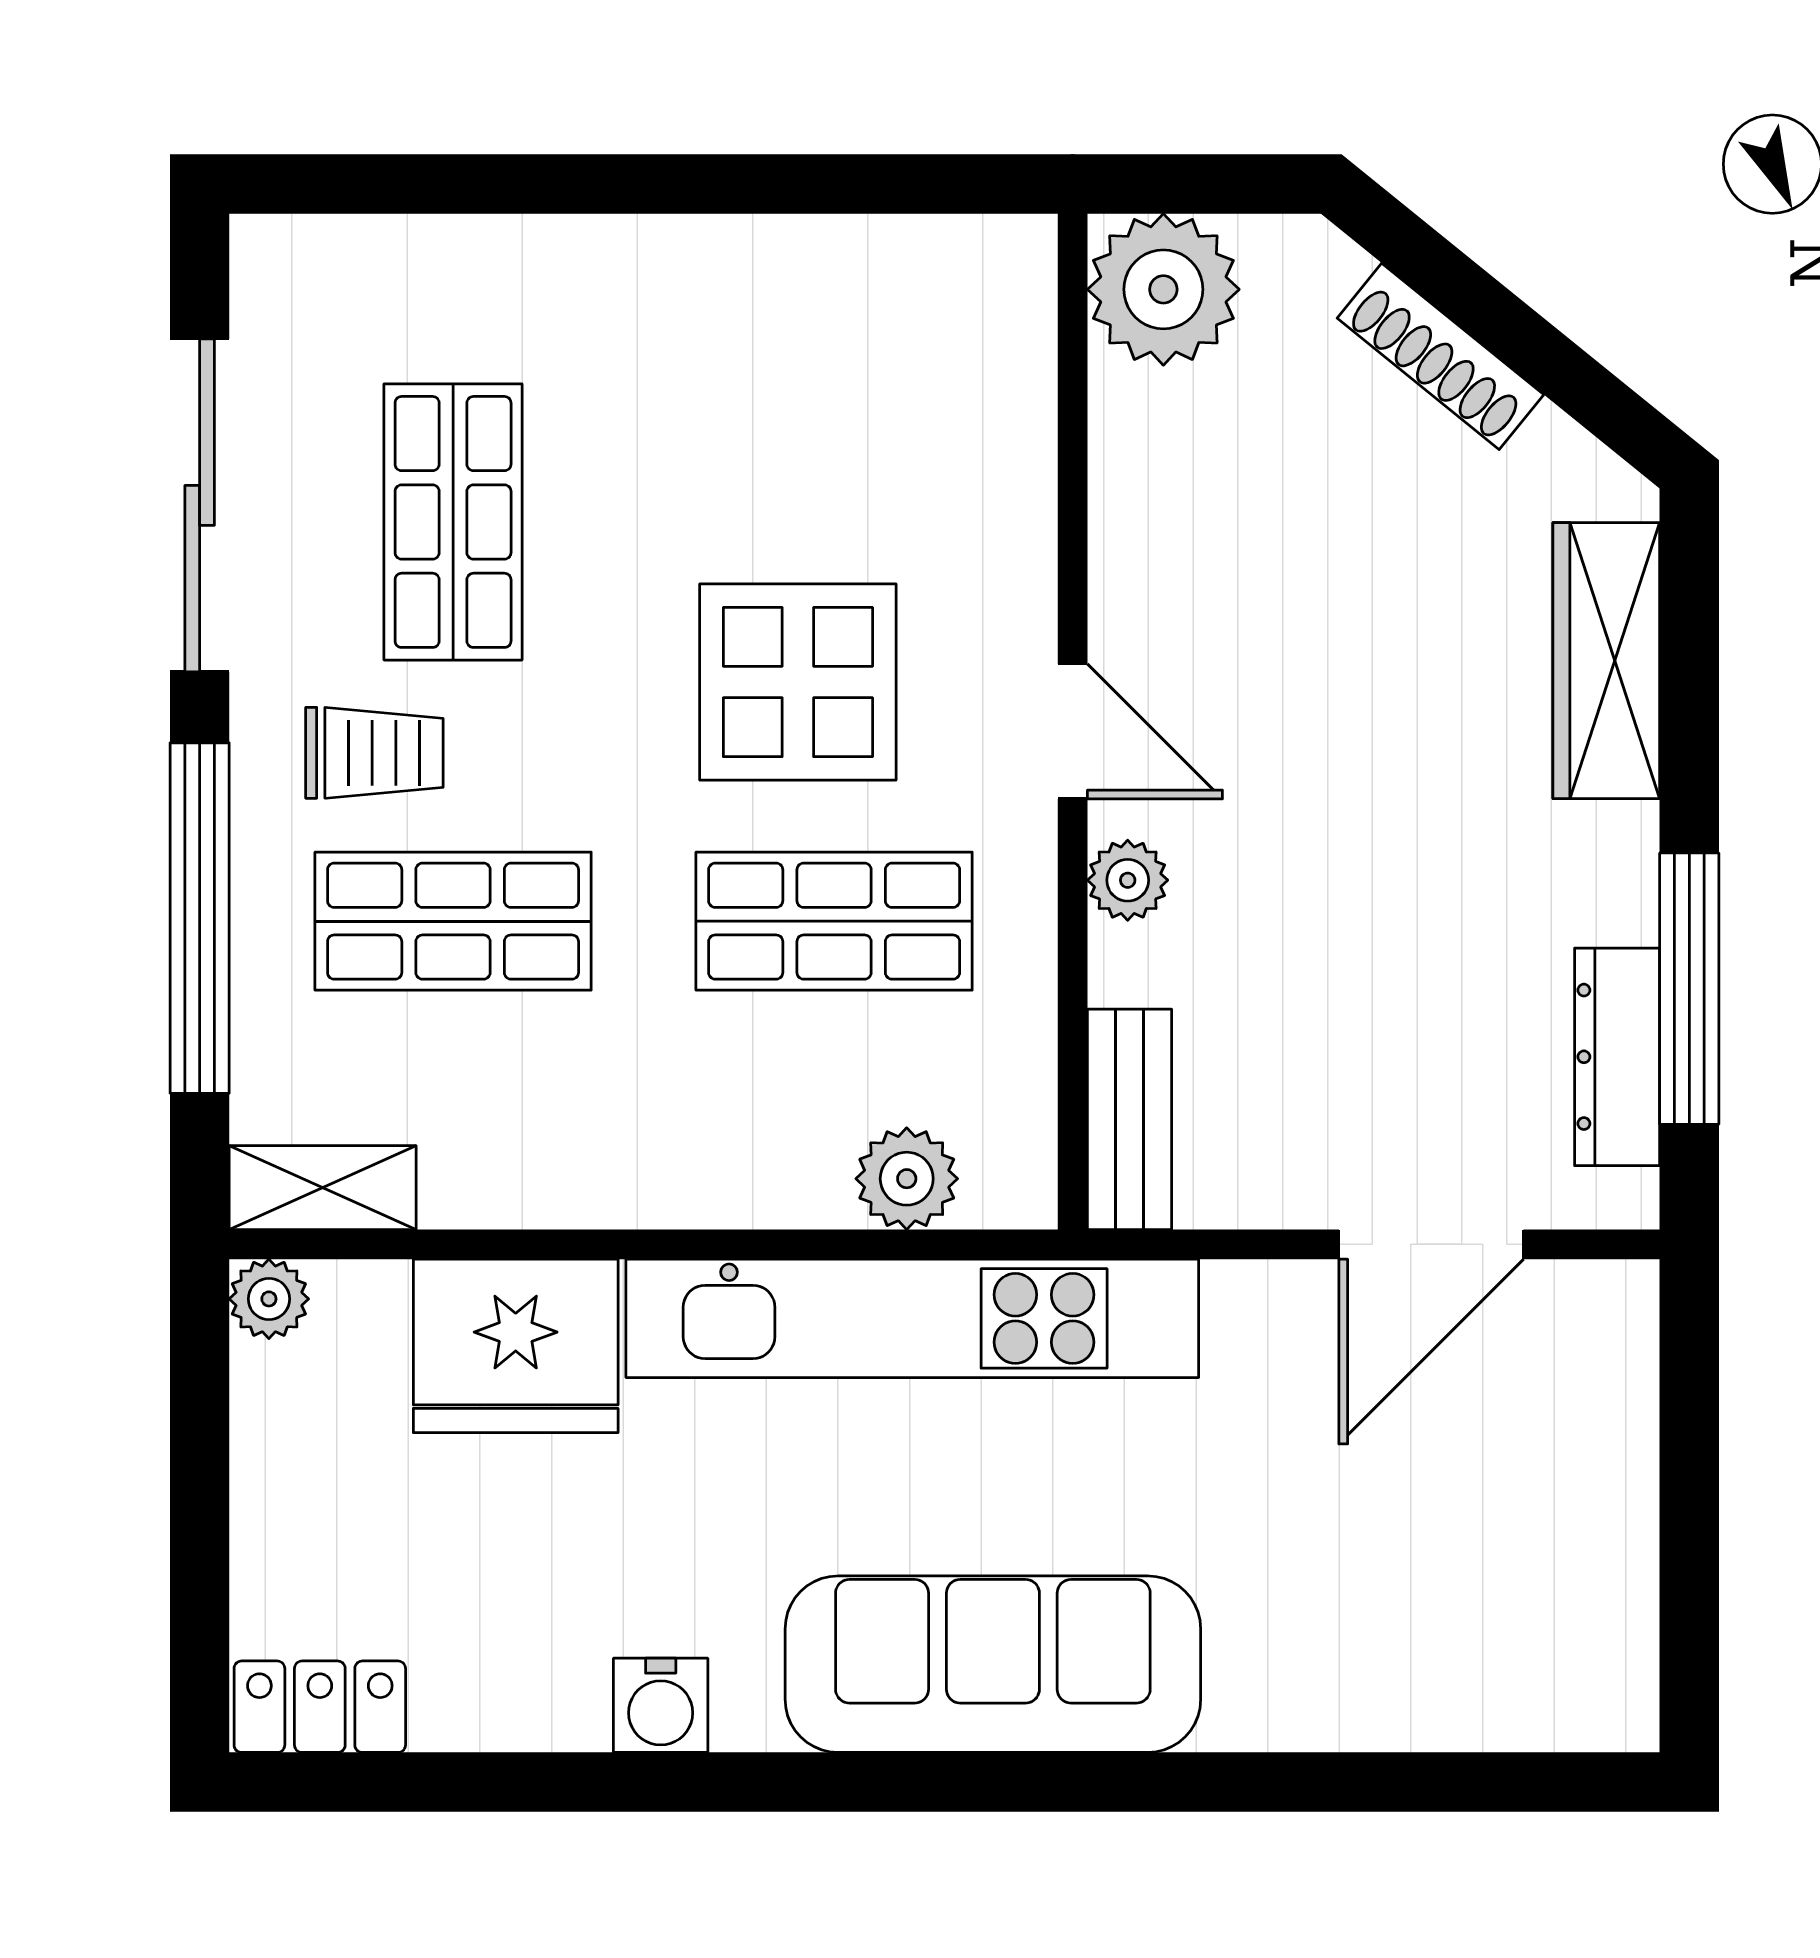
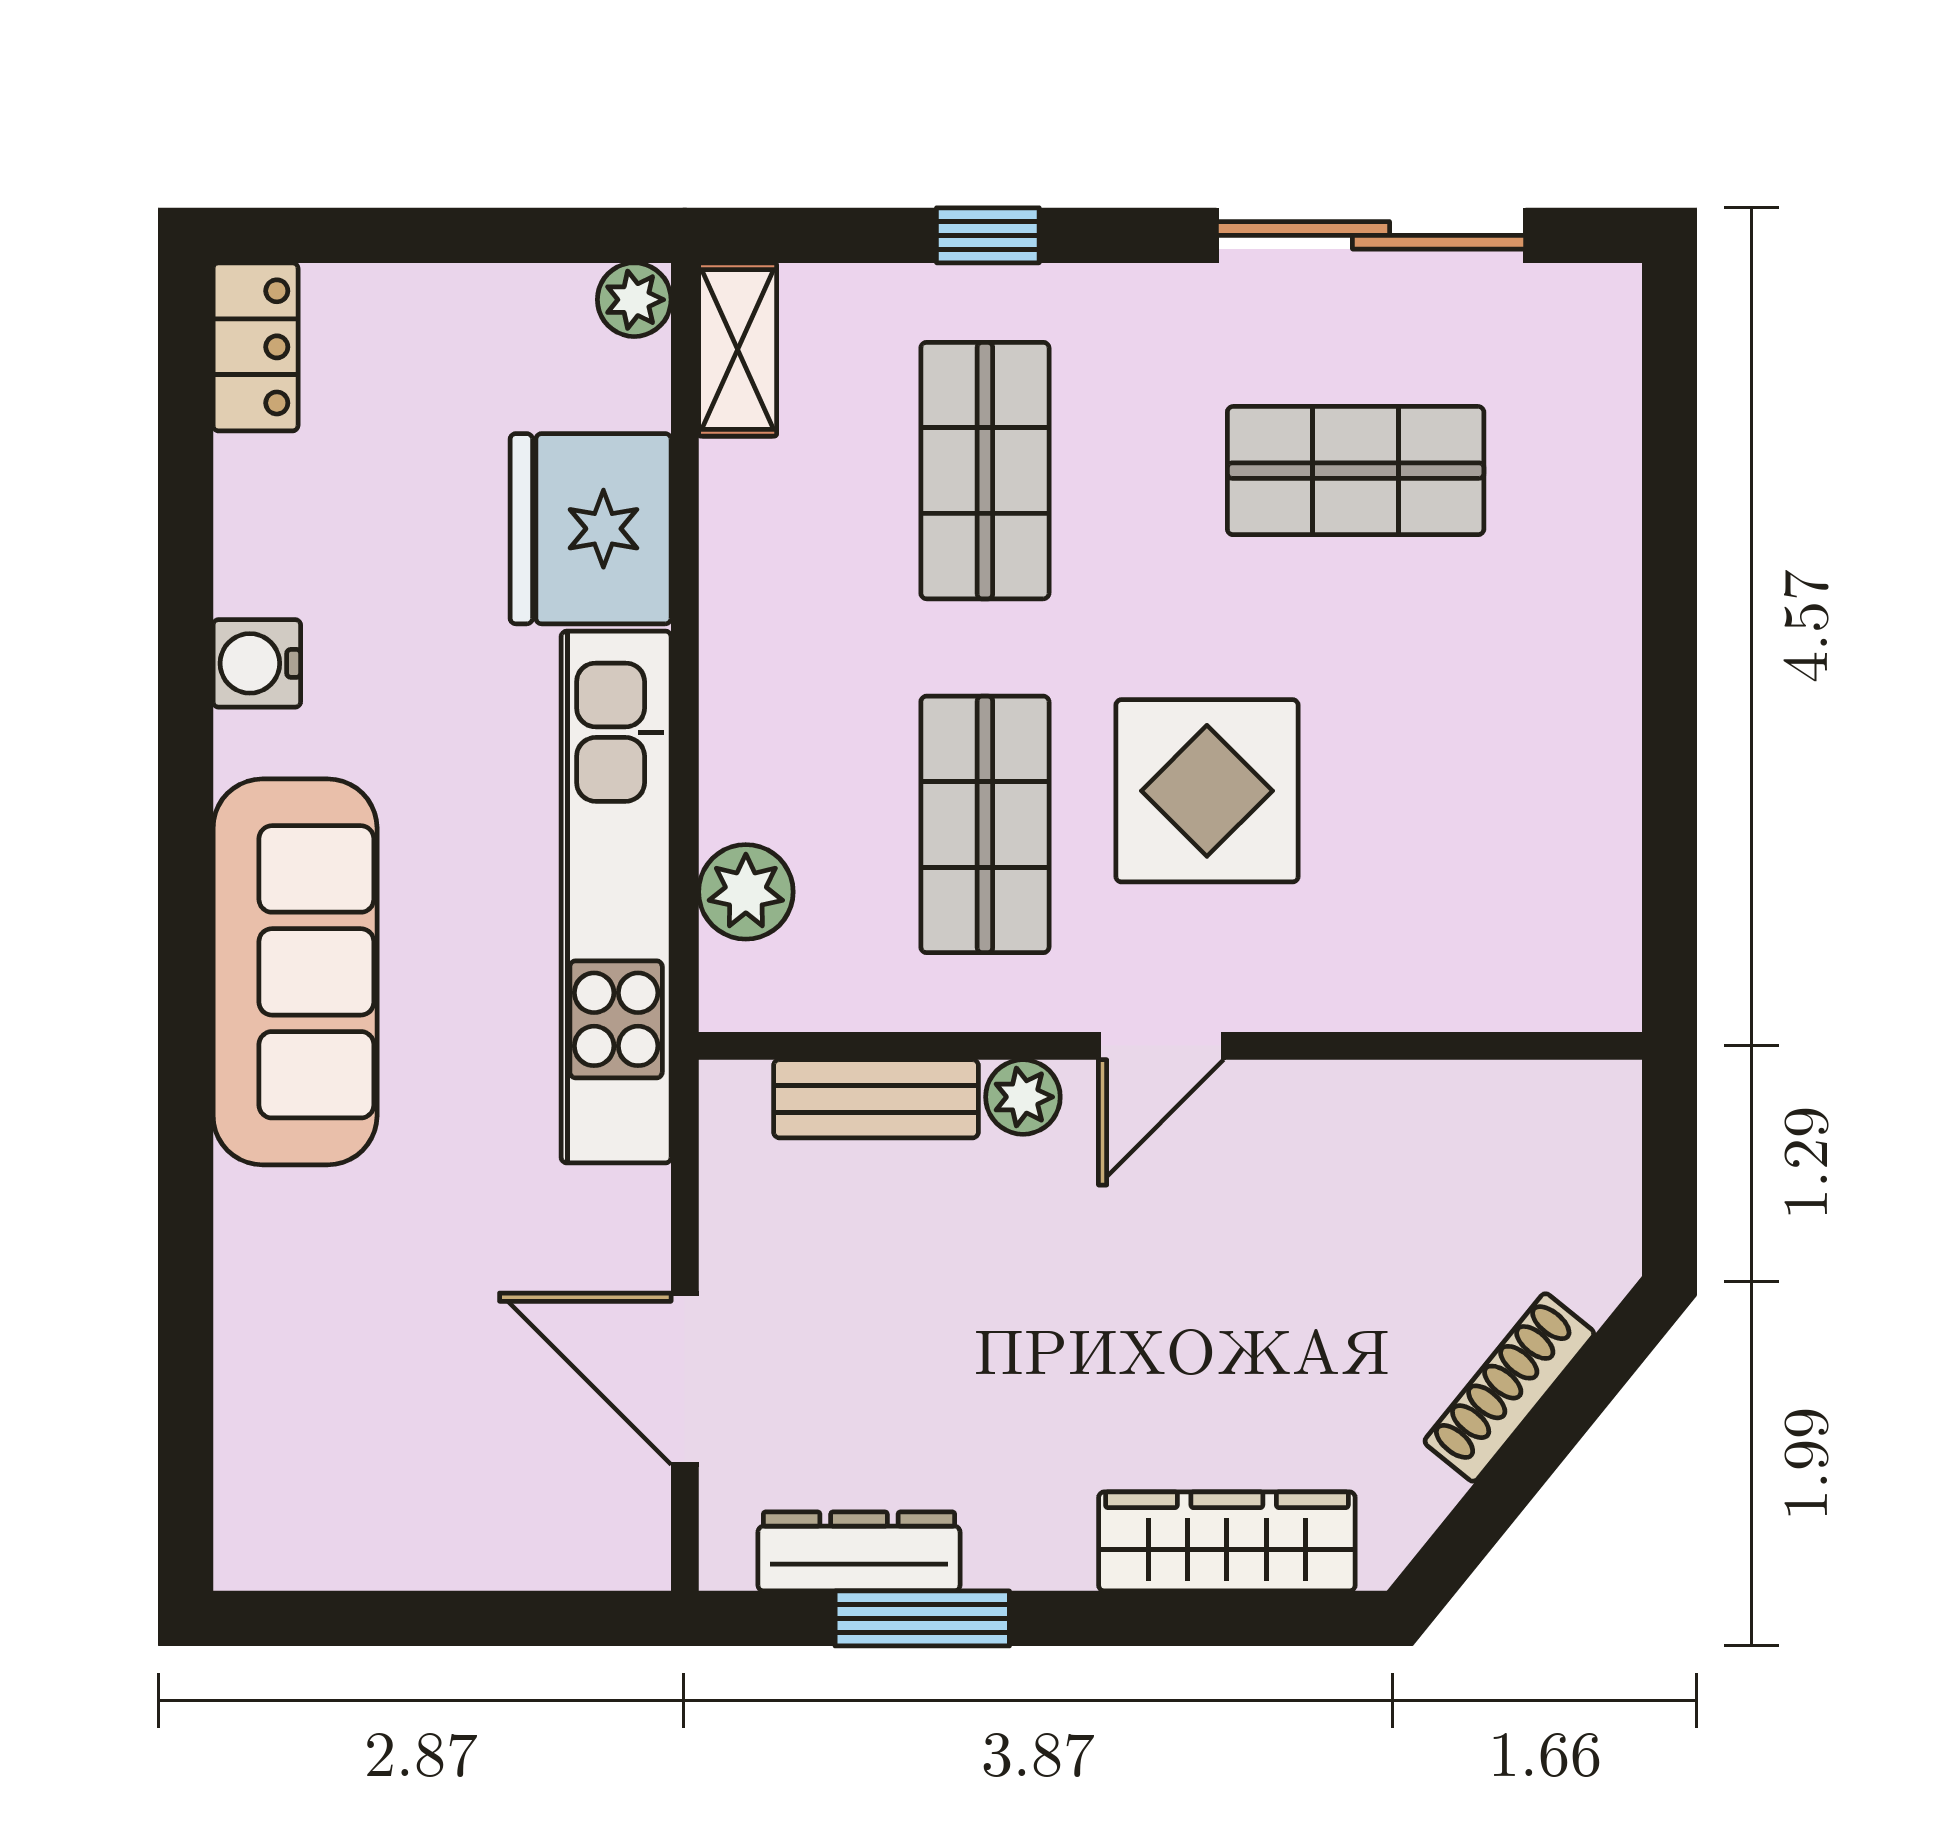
plant: (1163, 289) -> (1572, 1130), removed
trolley: (374, 753) -> (1141, 398), removed
window: (200, 918) -> (988, 235), width x0.32
window: (1689, 989) -> (922, 1618), width x0.69
bench: (1130, 1119) -> (876, 1099), moved

